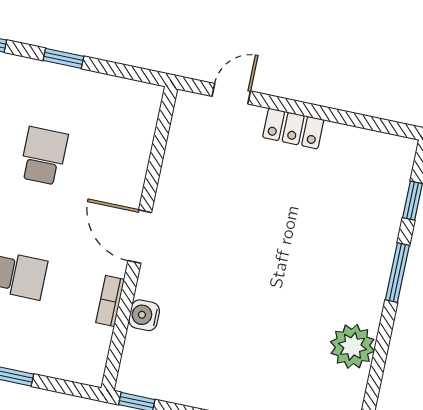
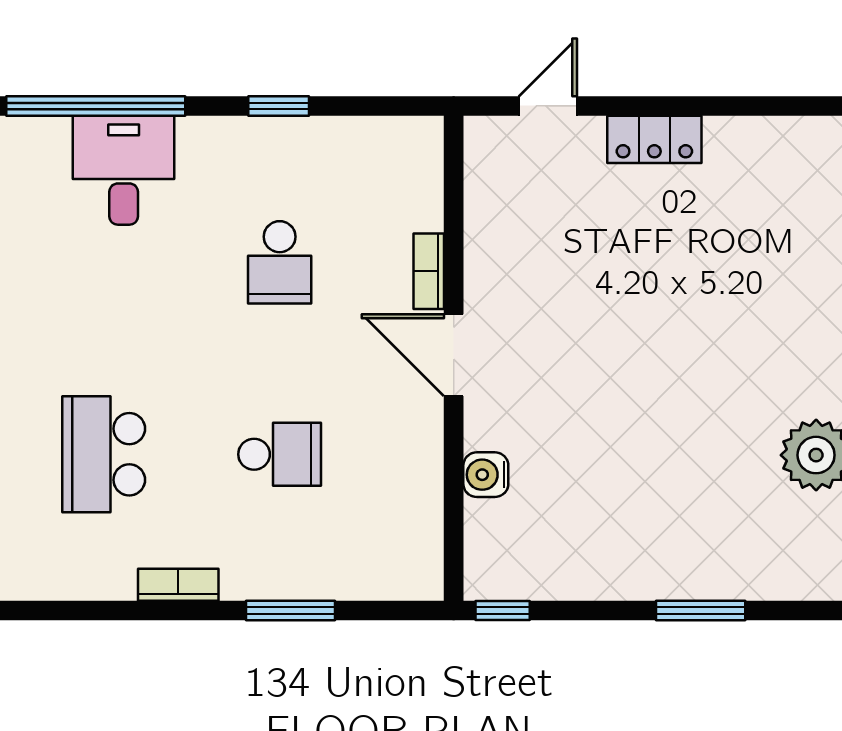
school desk: (44, 156) -> (280, 262), turned 180
bookcase: (110, 301) -> (429, 271), moved

